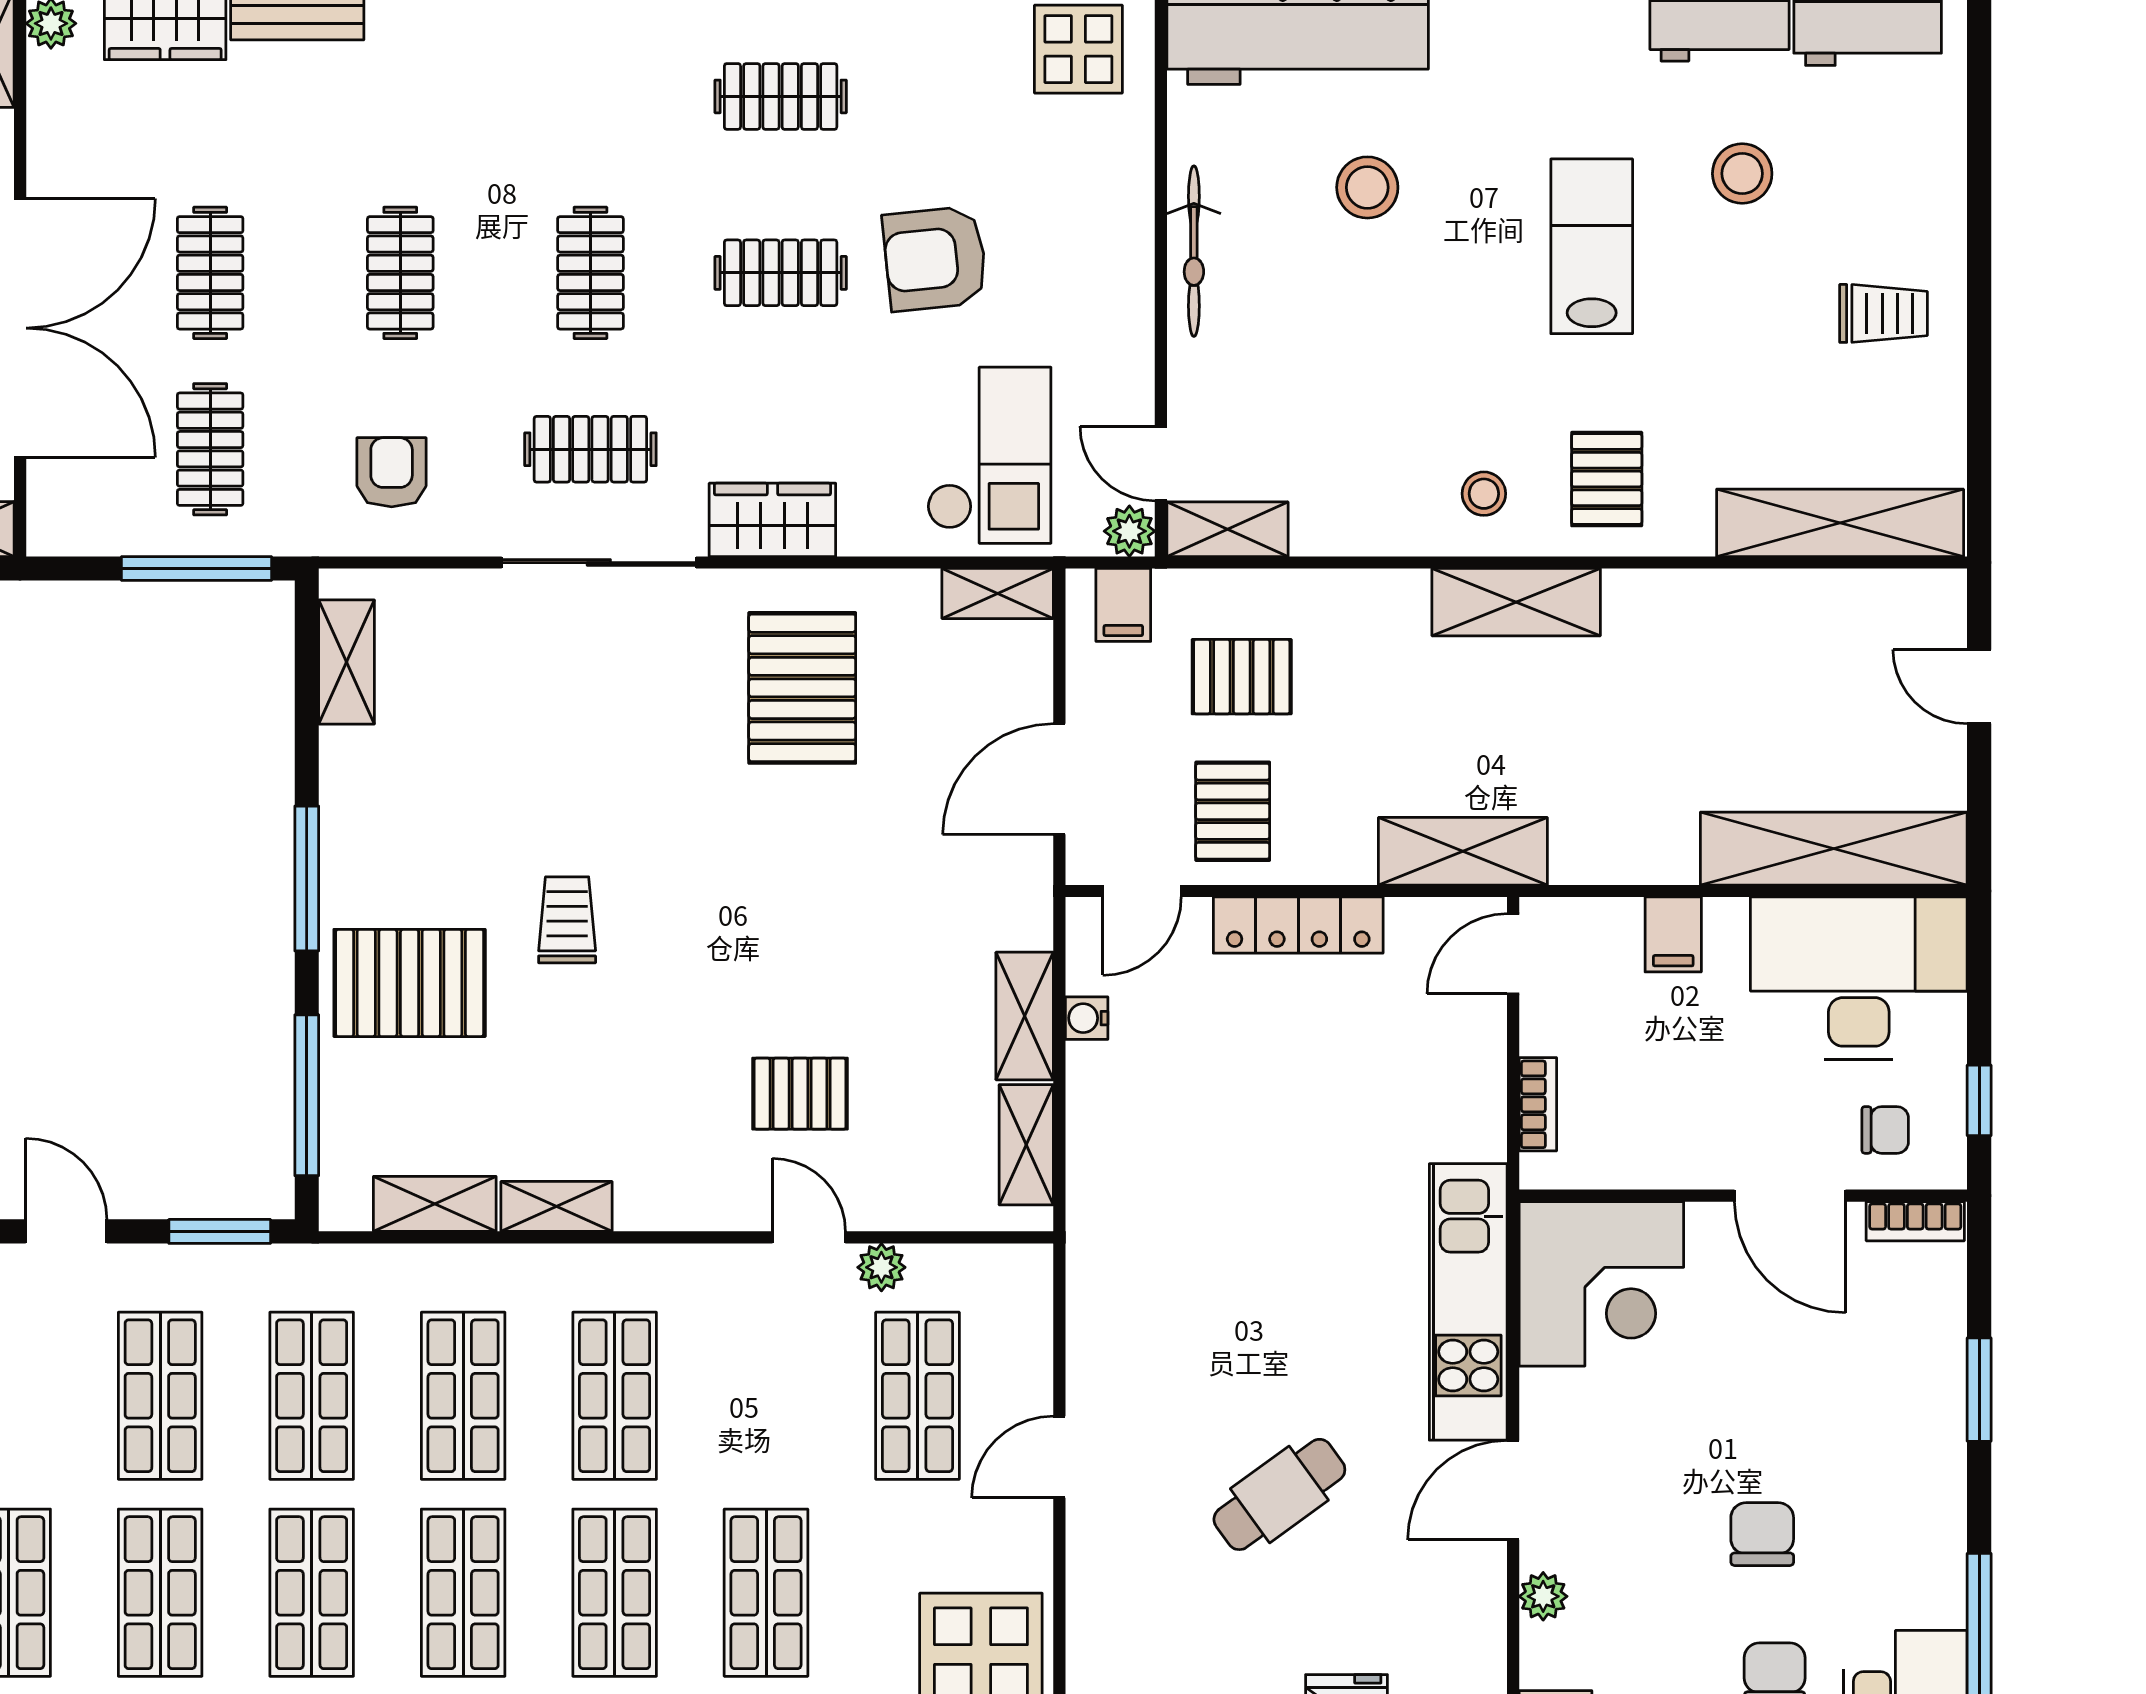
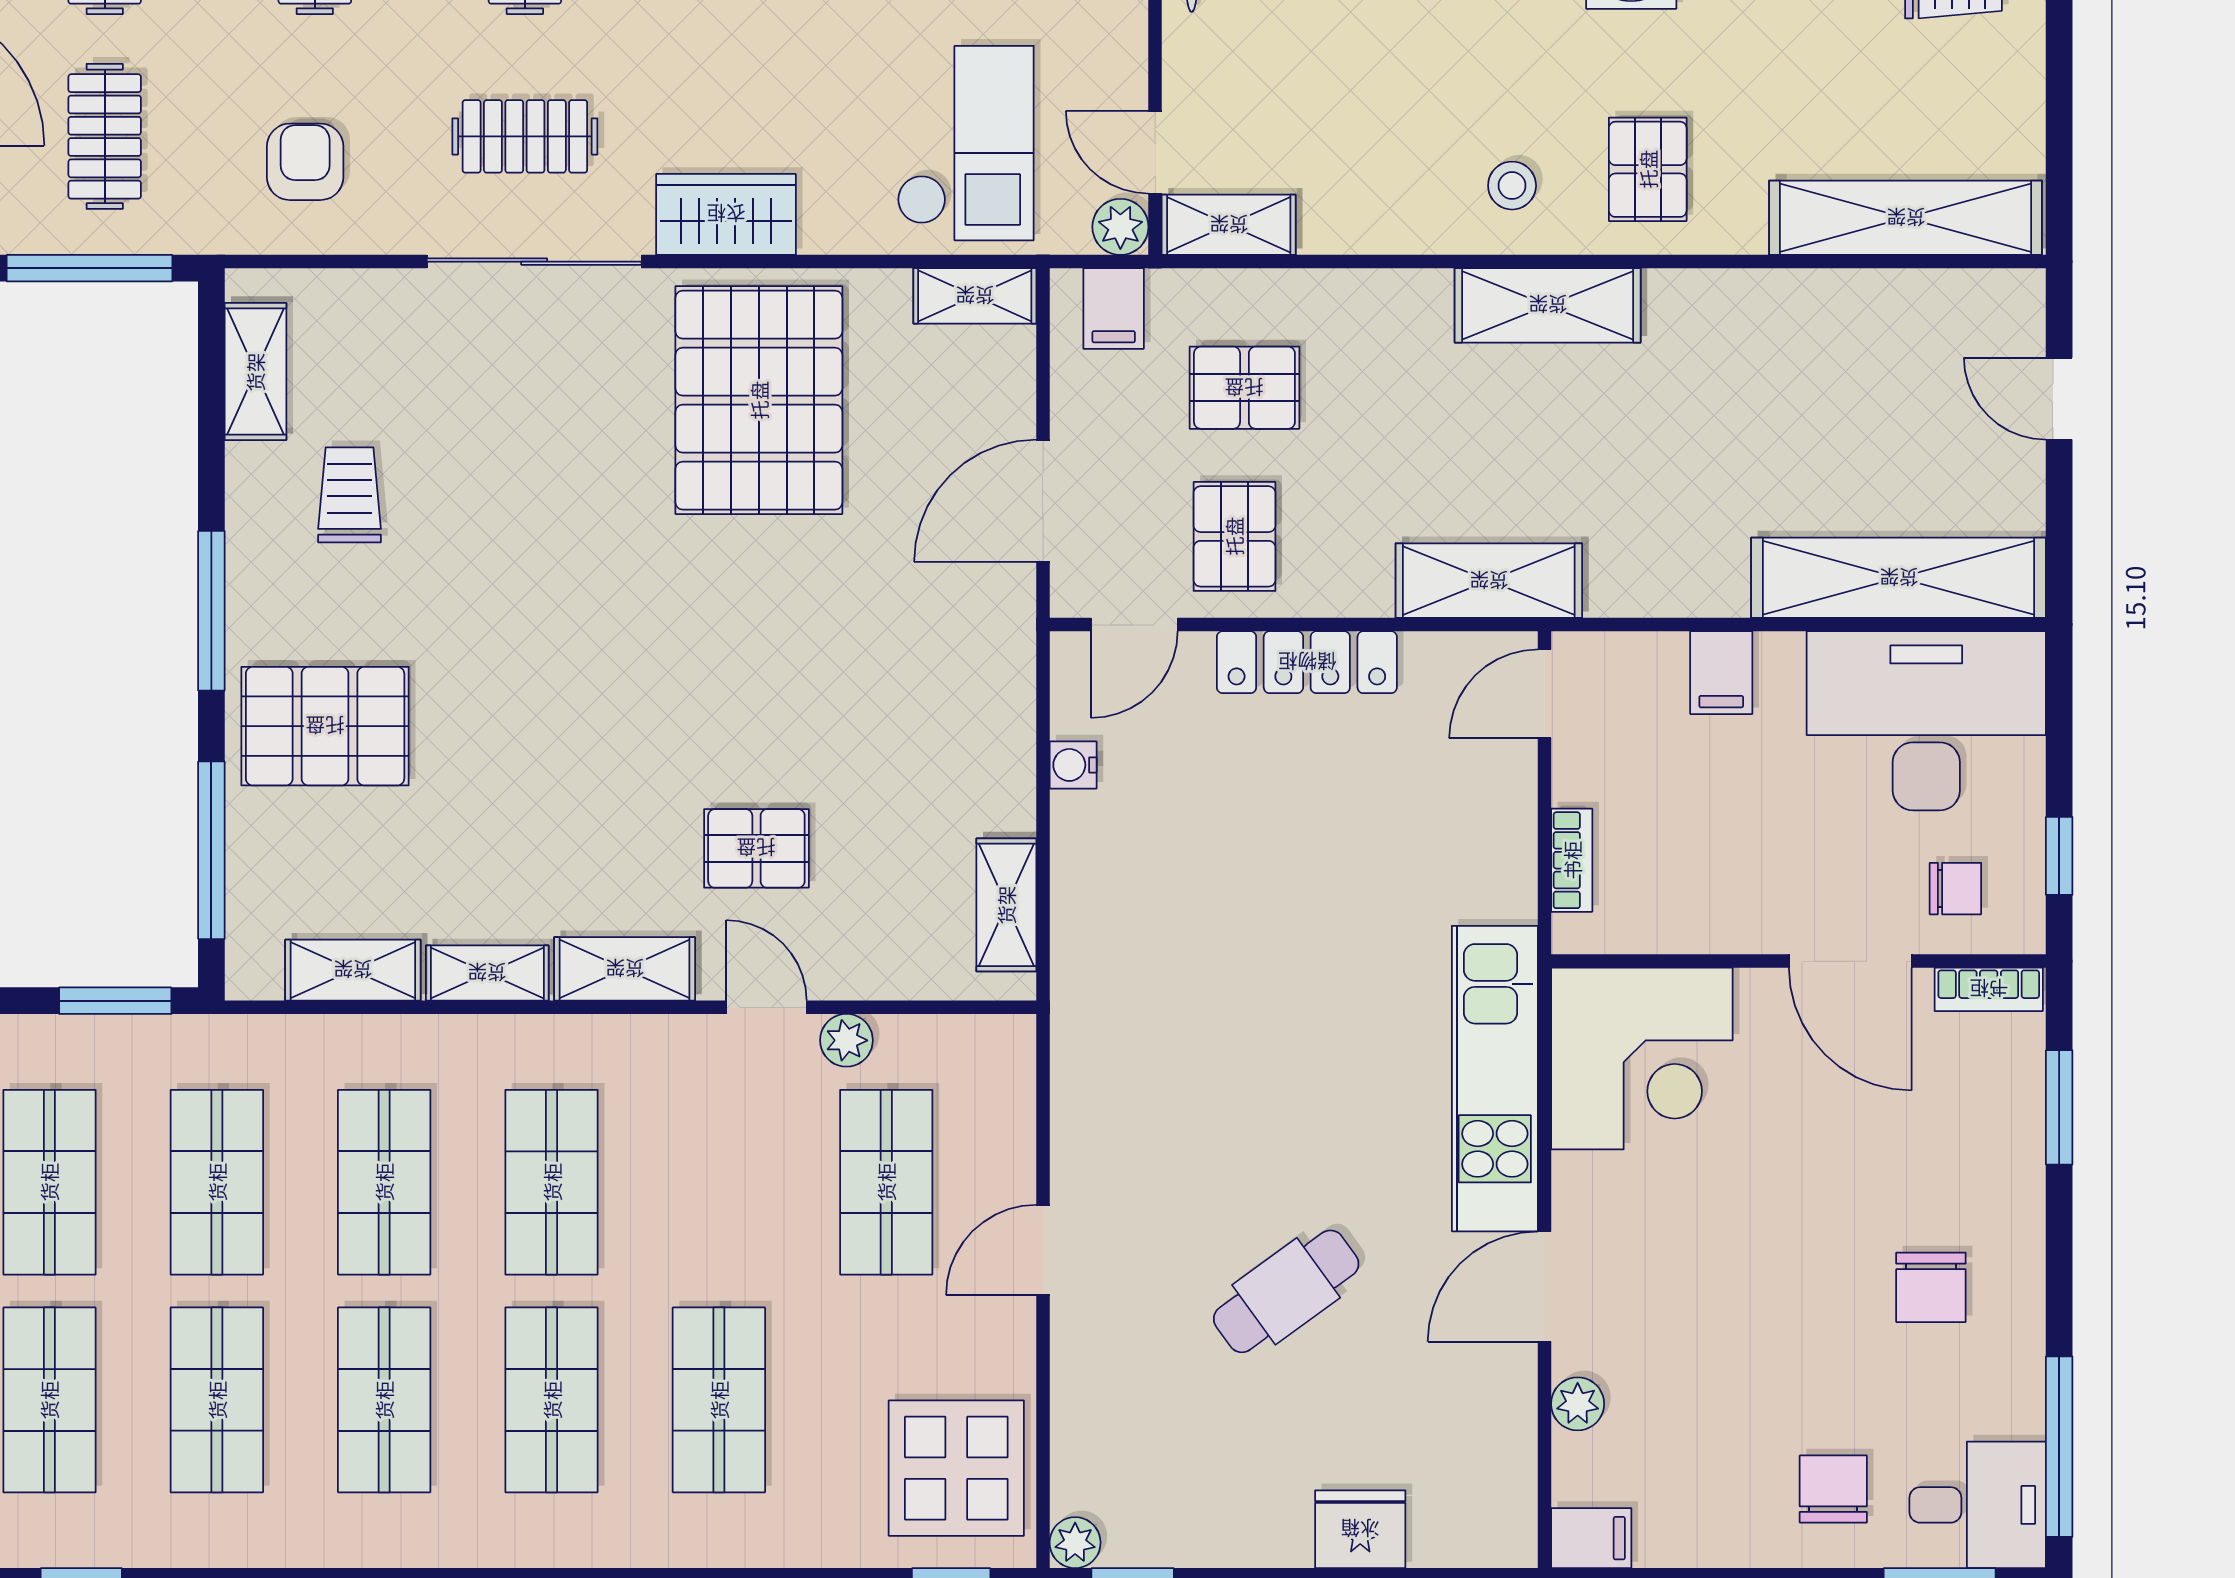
pallet: (802, 688) -> (759, 400), width x1.37, depth x1.41
trolley: (567, 920) -> (349, 495), moved
shelving: (1025, 1016) -> (625, 969), moved, turned 90
window: (1979, 1390) -> (2059, 1107), moved
chair: (1762, 1534) -> (1931, 1287), moved, turned 180

